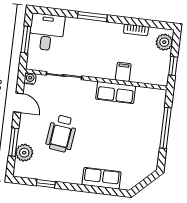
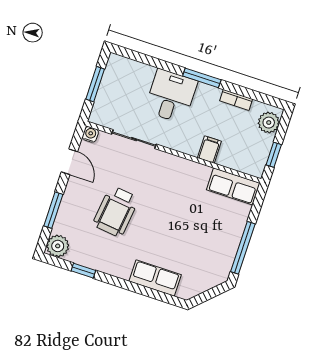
window: (92, 17) -> (202, 78), moved
desk: (47, 32) -> (171, 96), moved
row of seats: (116, 93) -> (233, 186), moved
window: (166, 128) -> (243, 248), moved
plant: (24, 153) -> (58, 246), moved

